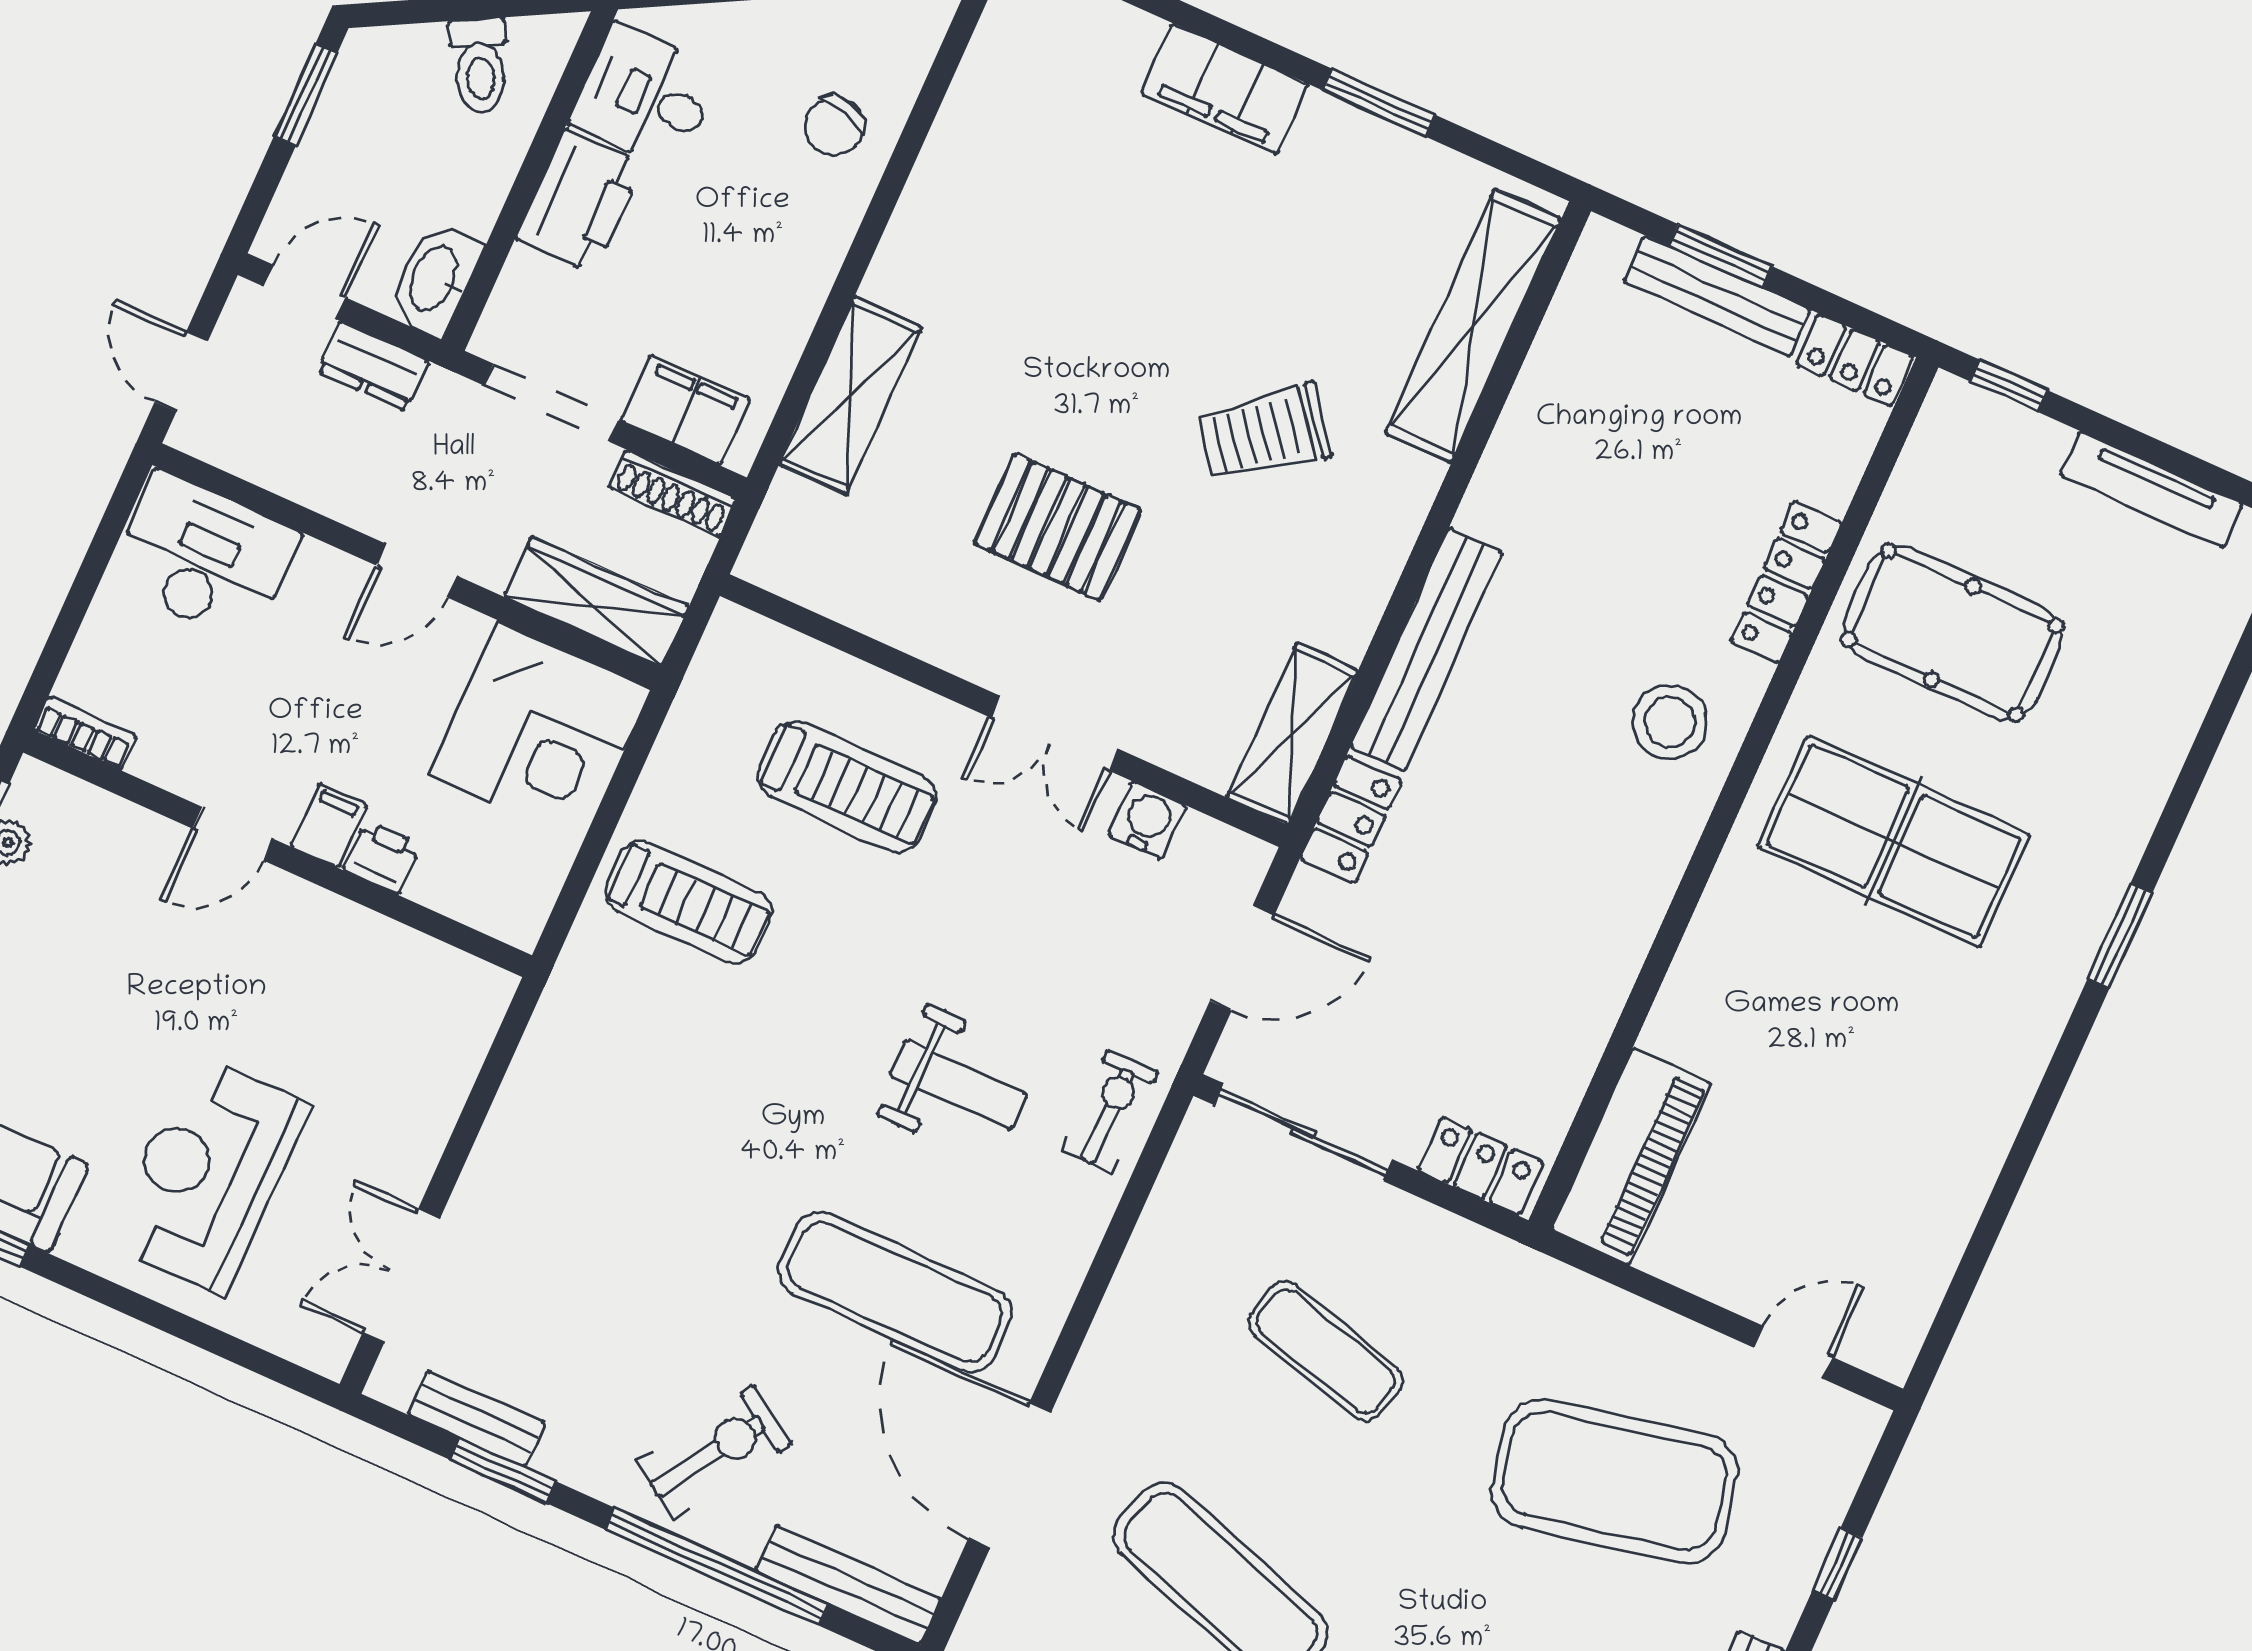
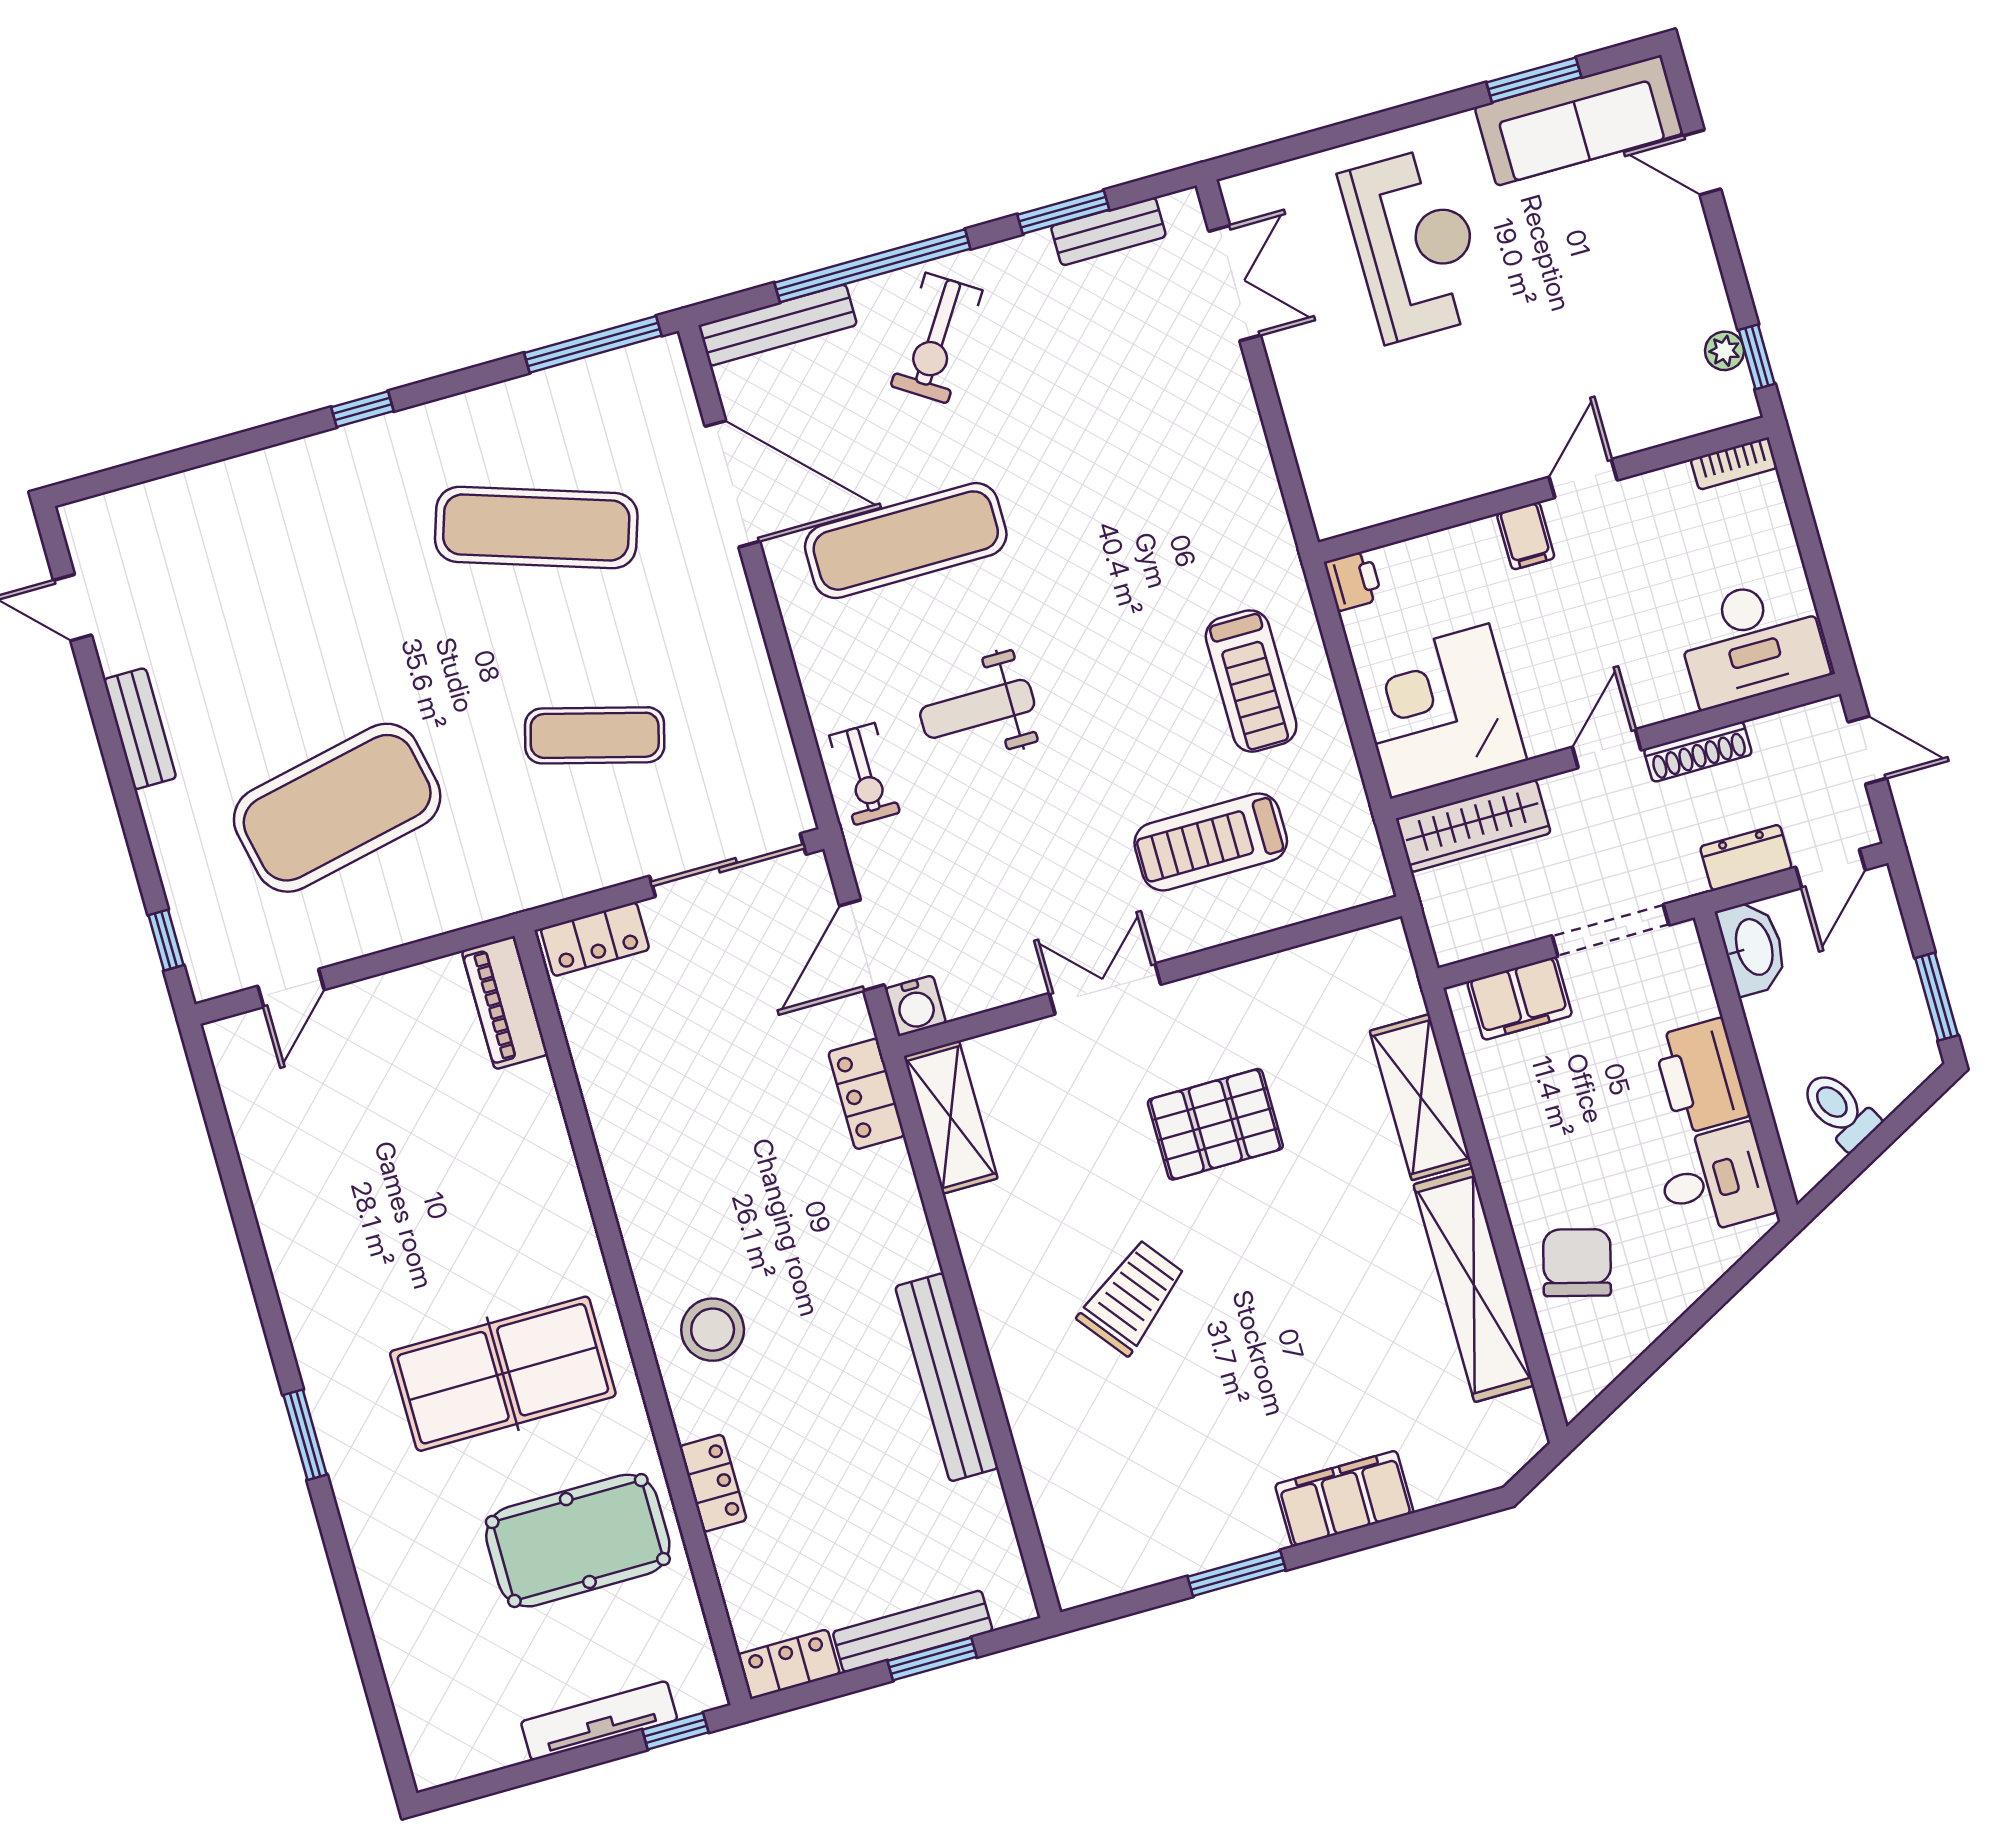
chair: (834, 126) -> (1577, 1263), width x1.37, depth x1.37
shelving: (1473, 326) -> (1474, 1285), moved
tv unit: (2151, 490) -> (599, 1721), moved
shoe rack: (673, 493) -> (1698, 752), moved, turned 180
locker: (1786, 582) -> (713, 1483), width x0.66
bench: (1427, 650) -> (947, 1377), moved
water cooler: (1147, 821) -> (915, 1006), moved
printer: (382, 857) -> (1353, 581), moved, turned -90
treadmill: (688, 902) -> (1251, 681), turned -90
piano: (1631, 1157) -> (505, 1003), width x0.73, depth x0.75
window: (1837, 1564) -> (166, 940), moved

